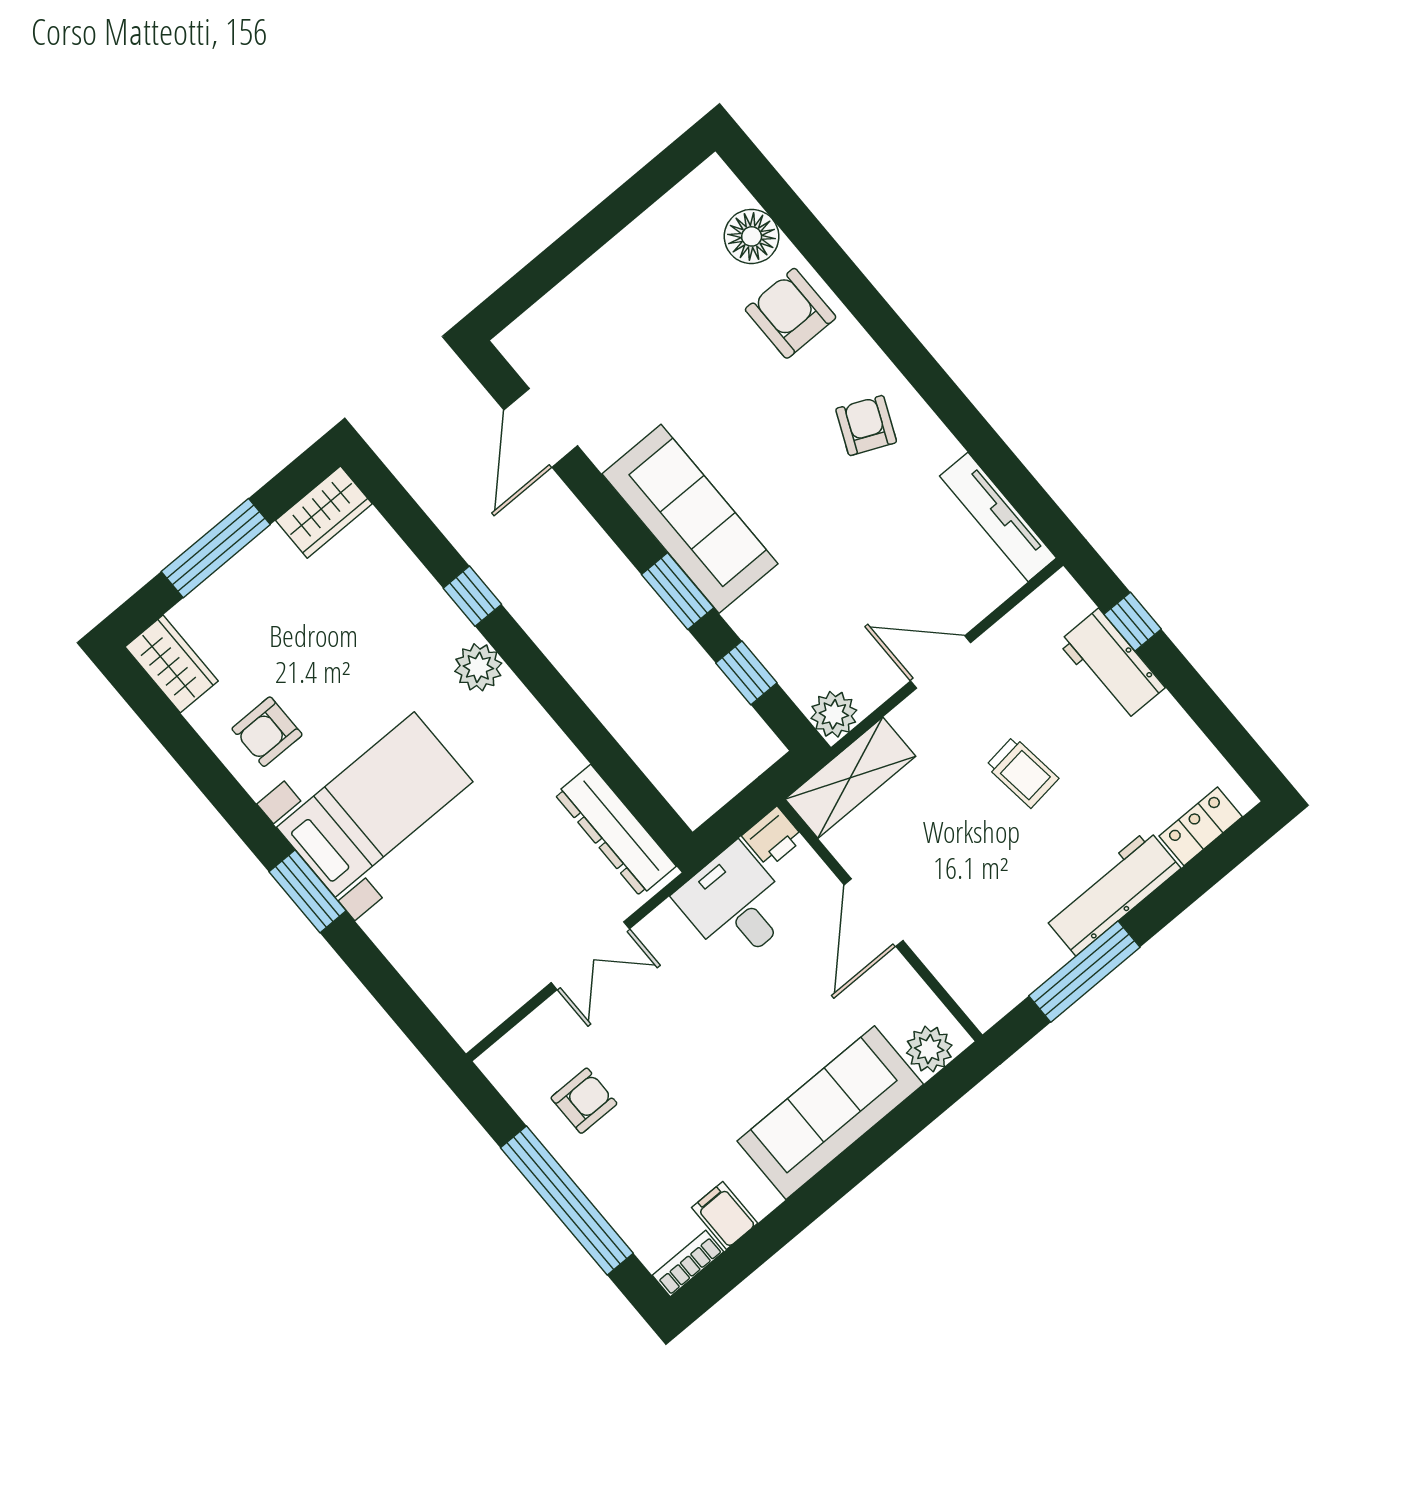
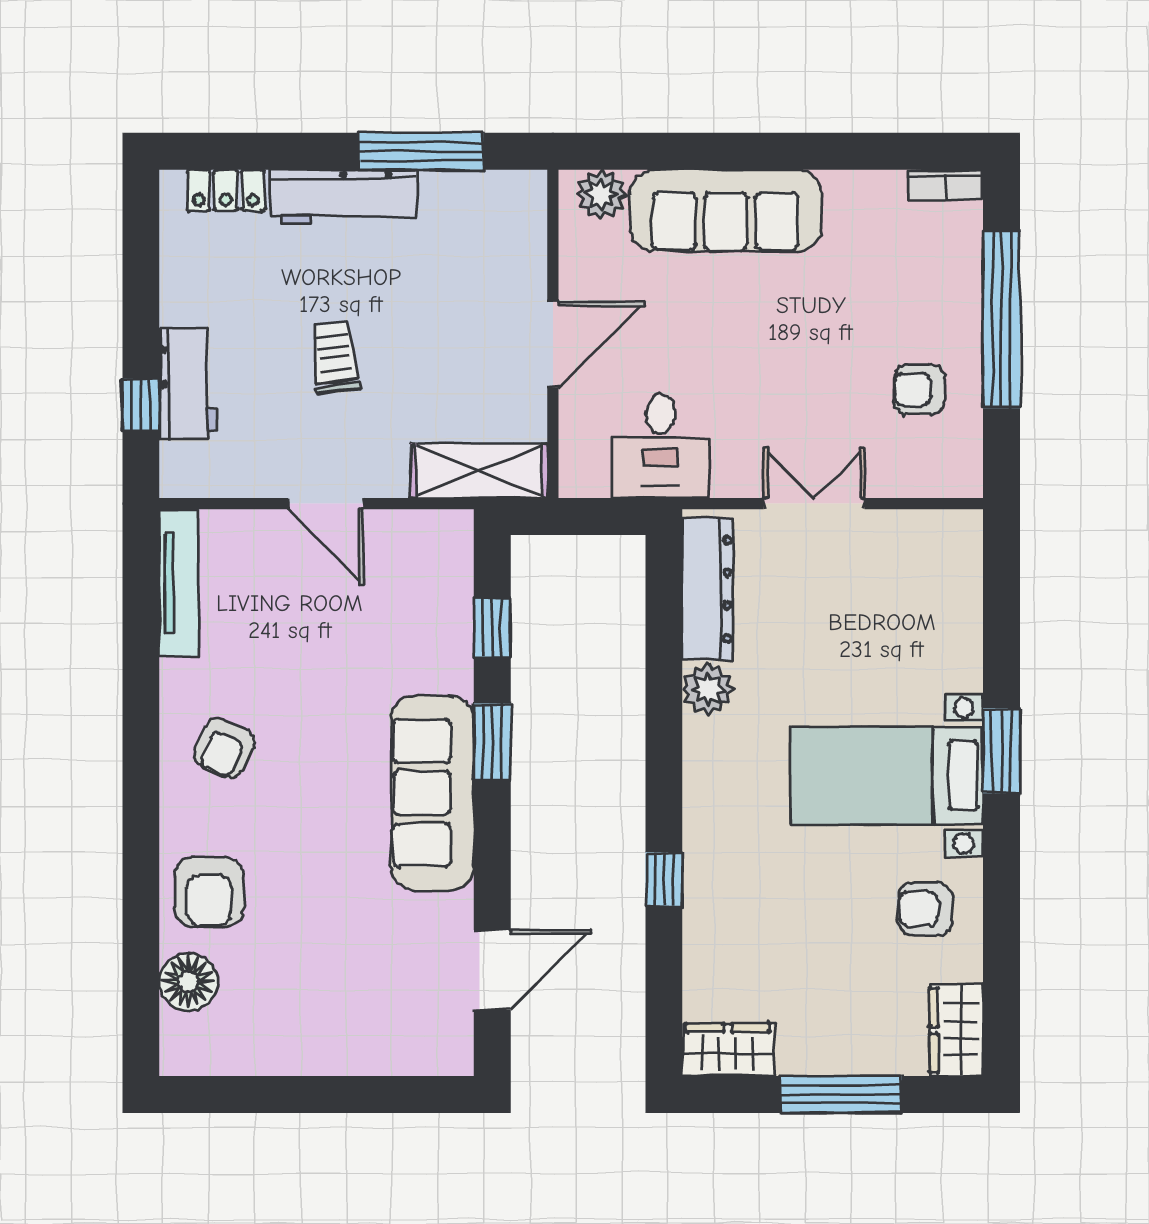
plant: (478, 667) -> (708, 689), moved
plant: (834, 714) -> (449, 534), removed
armchair: (267, 732) -> (925, 909), turned 180
printer: (773, 837) -> (583, 475), removed
filing cabinet: (725, 1215) -> (883, 199), removed

